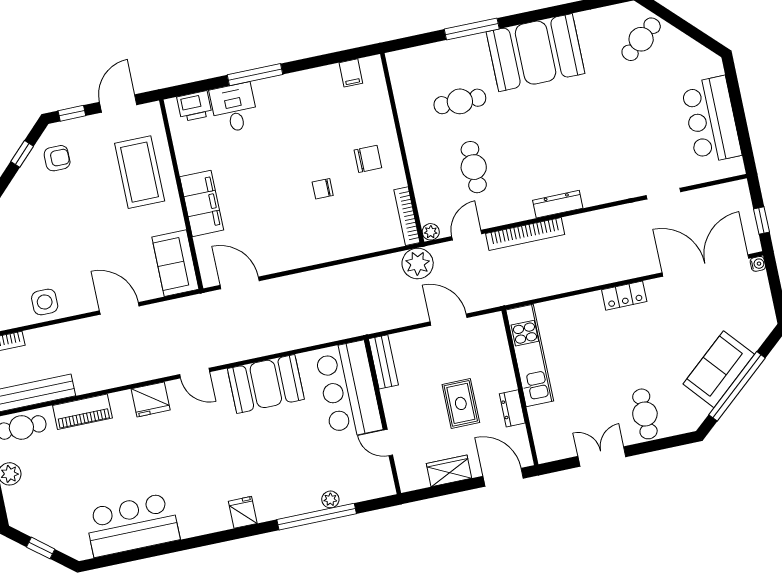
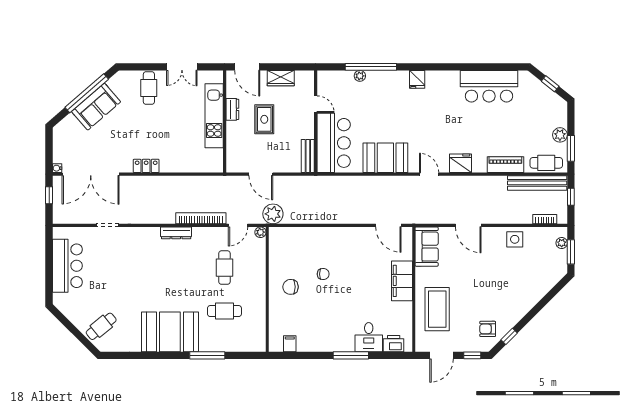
bookcase: (407, 216) -> (273, 245), removed
kitchen unit: (530, 355) -> (214, 116), moved

